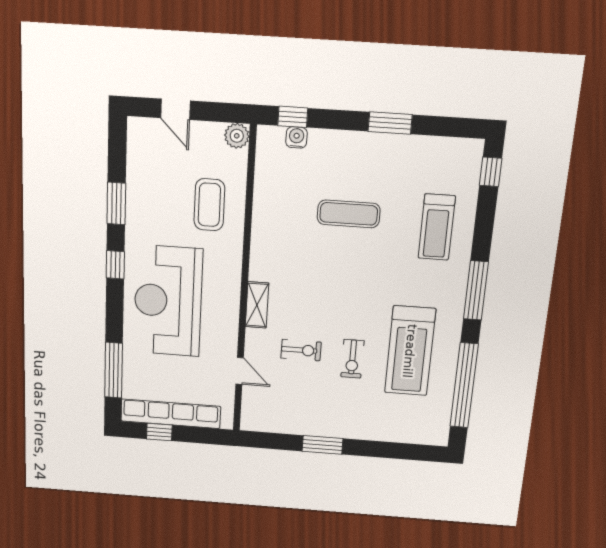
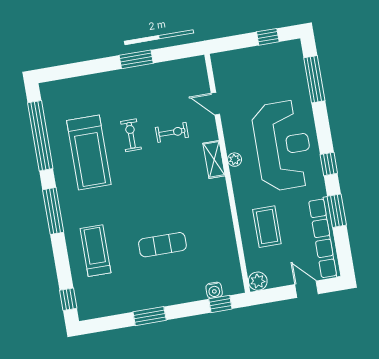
plant: (232, 299) -> (235, 160), added
exercise bike: (301, 350) -> (172, 132), turned 180
treadmill: (410, 351) -> (89, 153), turned 180
row of seats: (171, 414) -> (325, 238), moved, turned 90

